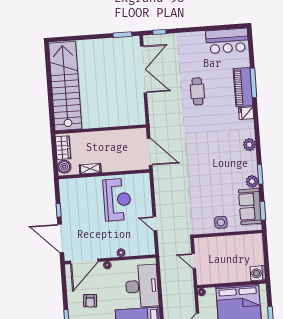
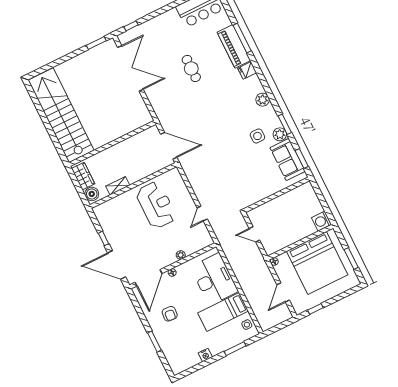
side table: (221, 222) -> (257, 136), moved
door: (155, 224) -> (202, 214), hinge flipped

